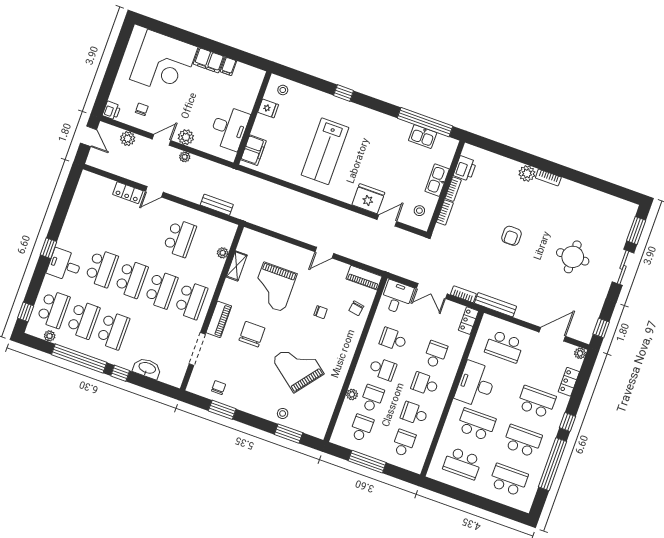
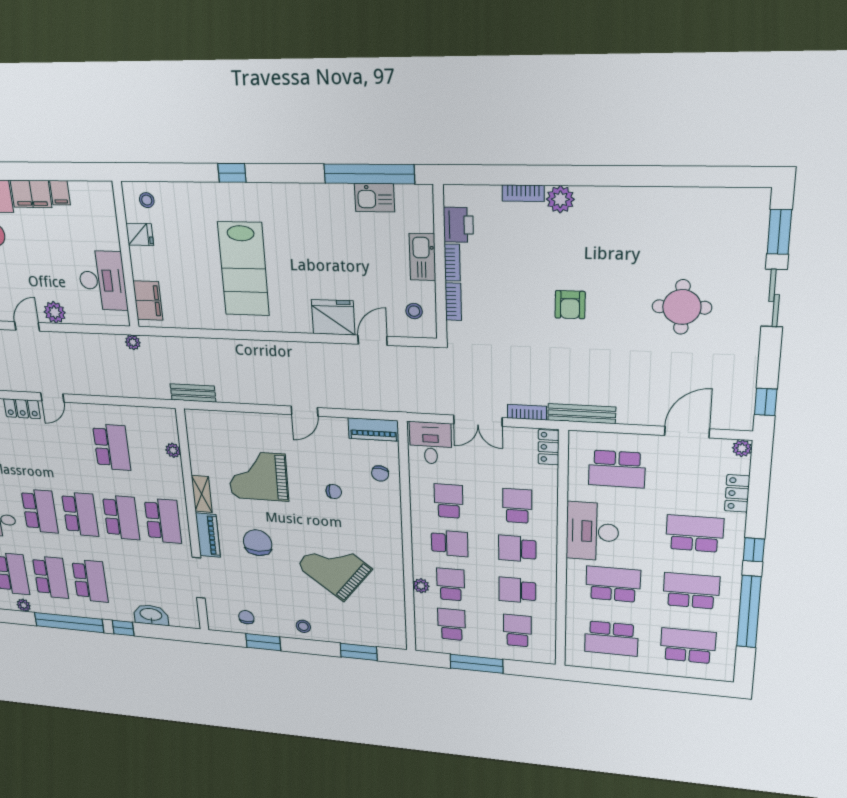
plant: (185, 157) -> (133, 342), moved
bookcase: (548, 177) -> (523, 193), moved
bench: (217, 205) -> (193, 393), moved
shelving: (237, 266) -> (202, 494), moved
grand piano: (274, 287) -> (258, 476), turned 90
school desk: (393, 339) -> (449, 501), turned 90
stool: (283, 413) -> (303, 626), moved

